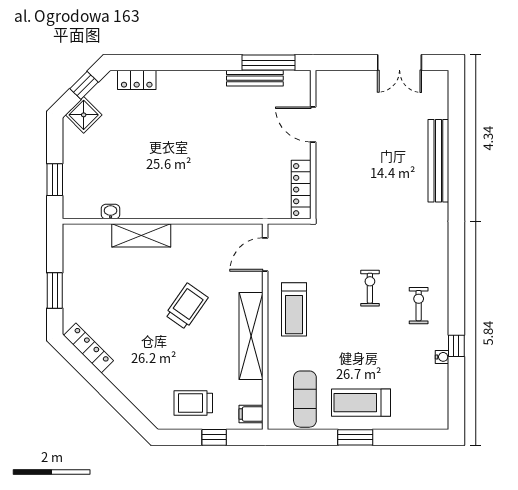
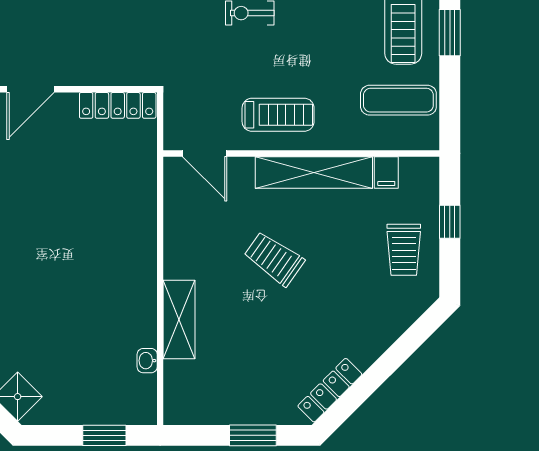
filing cabinet: (251, 414) -> (386, 172), moved

